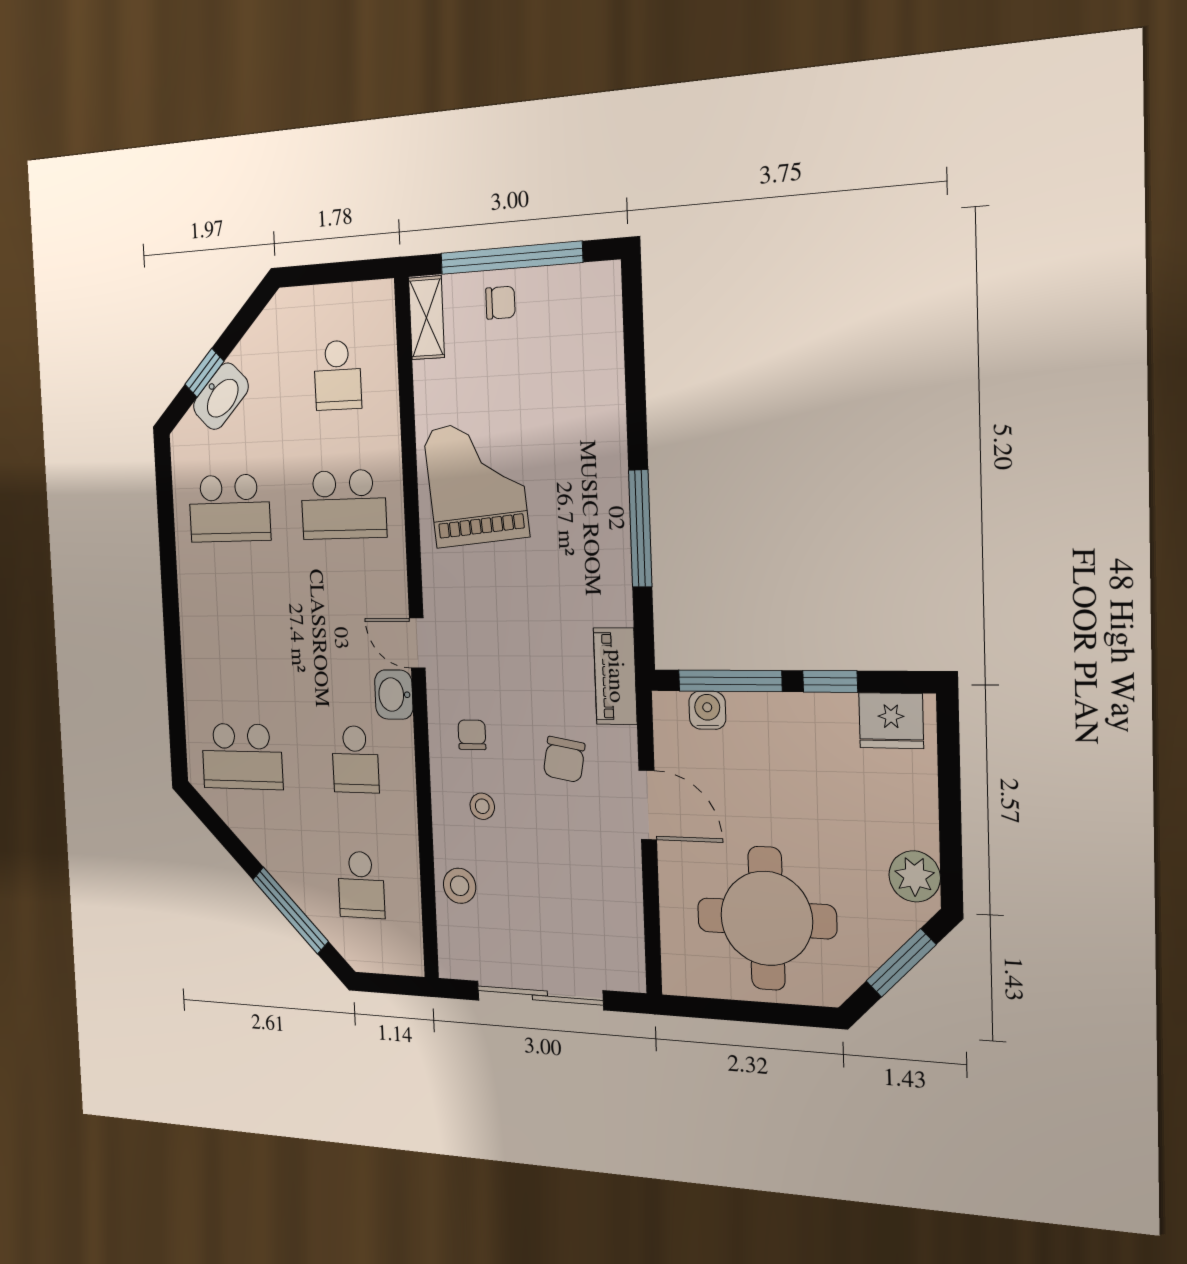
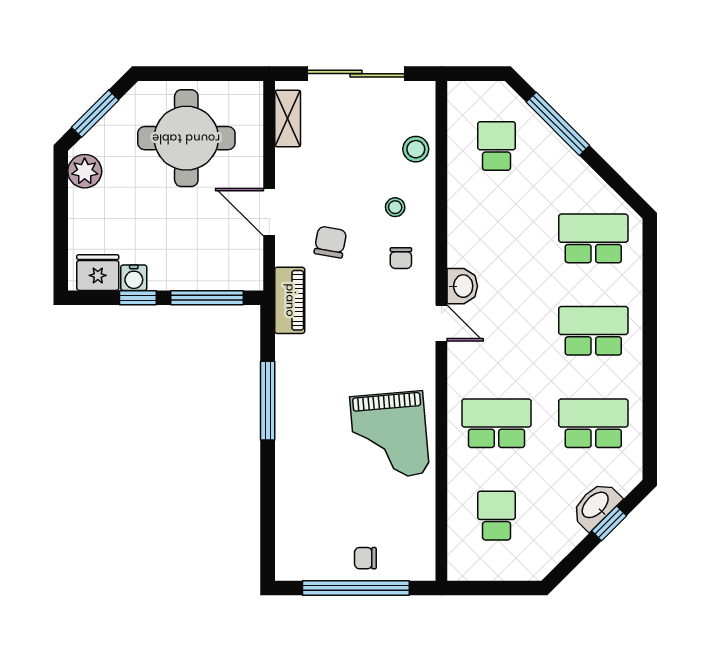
shelving: (427, 318) -> (288, 118), moved
water cooler: (707, 710) -> (134, 278), moved
school desk: (355, 759) -> (593, 331), moved, width x1.85

